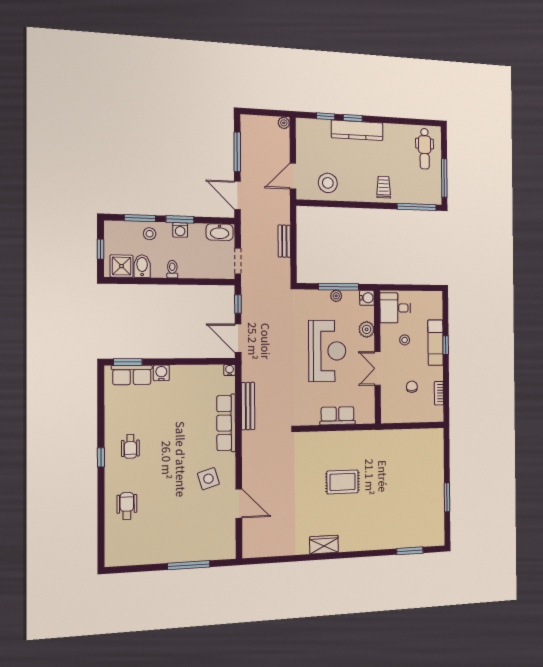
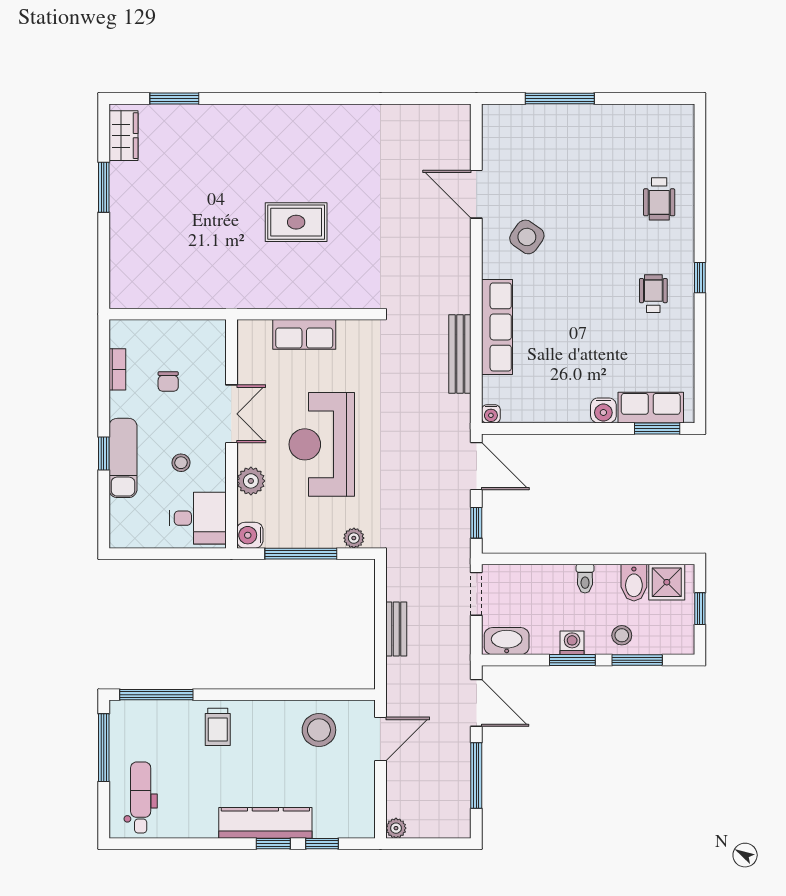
plant: (336, 296) -> (354, 538), moved
side table: (208, 479) -> (527, 237), turned -38
wardrobe: (324, 545) -> (123, 136), moved, turned -90

